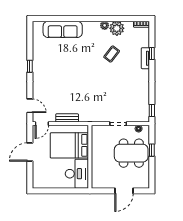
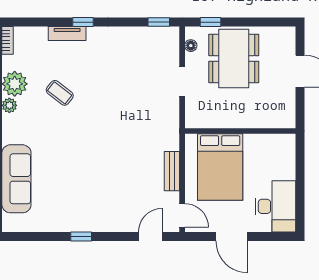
window: (152, 53) -> (83, 22), moved
window: (152, 150) -> (210, 22), moved
desk: (77, 174) -> (275, 206), moved, turned 90

